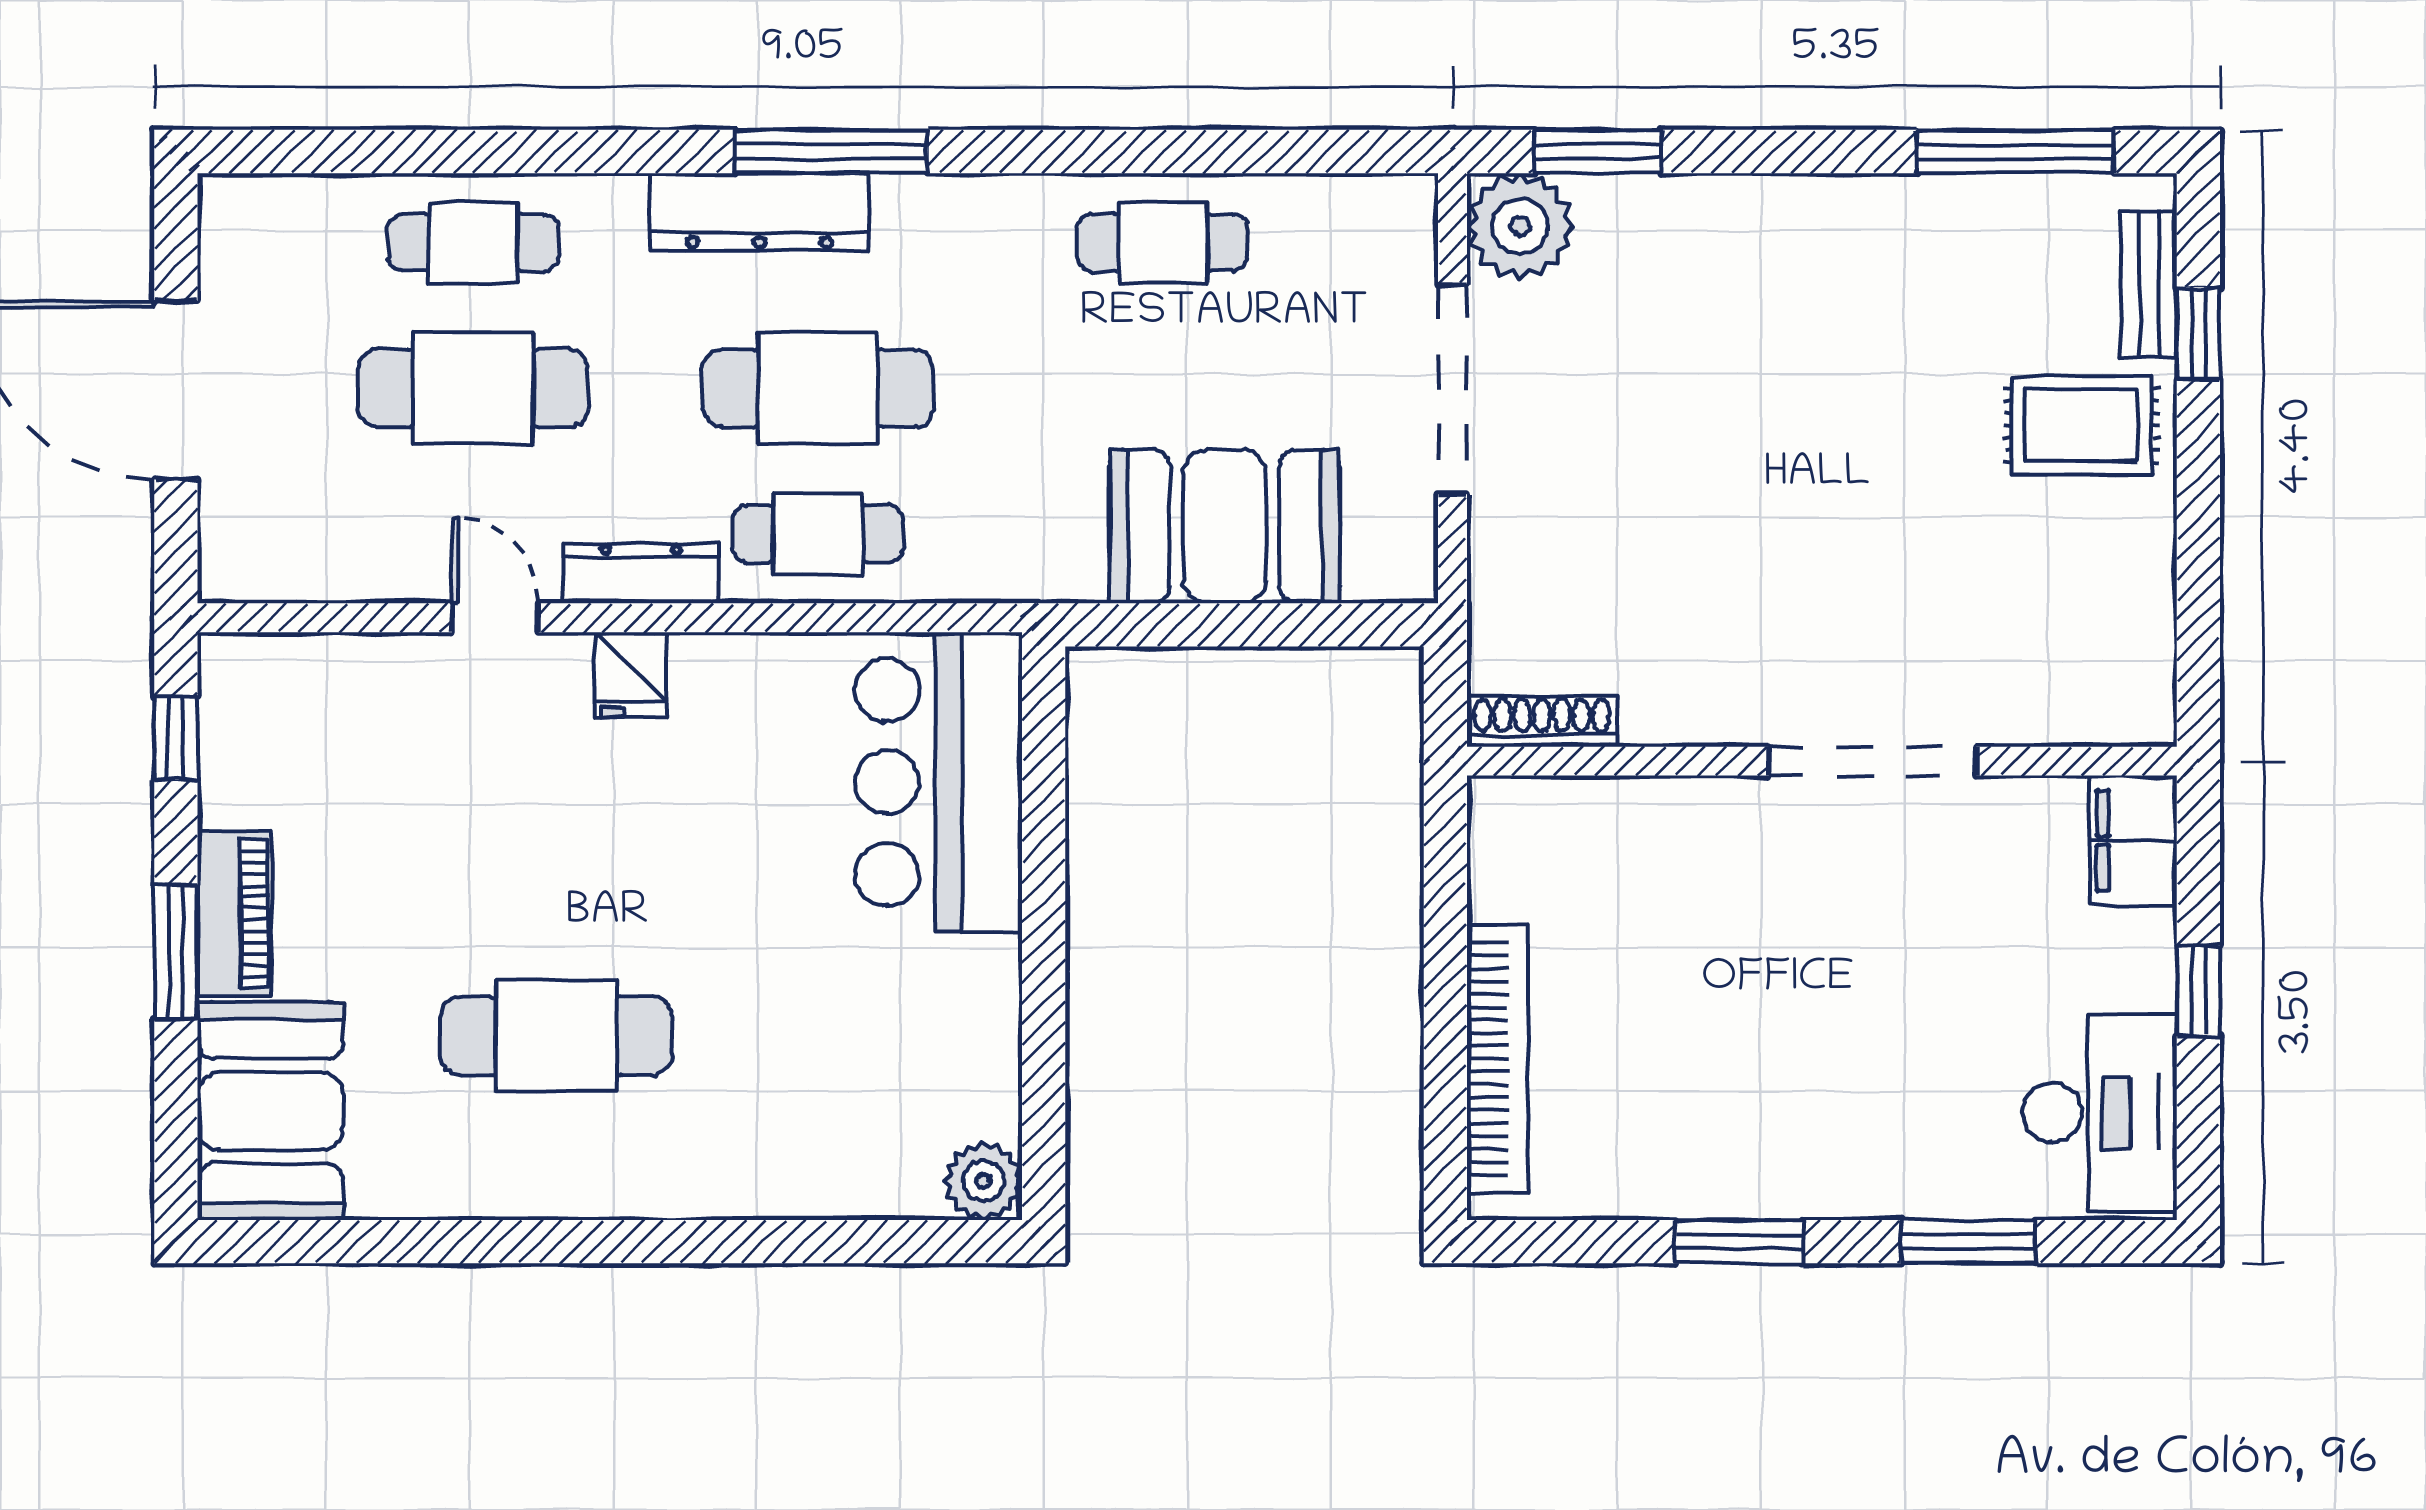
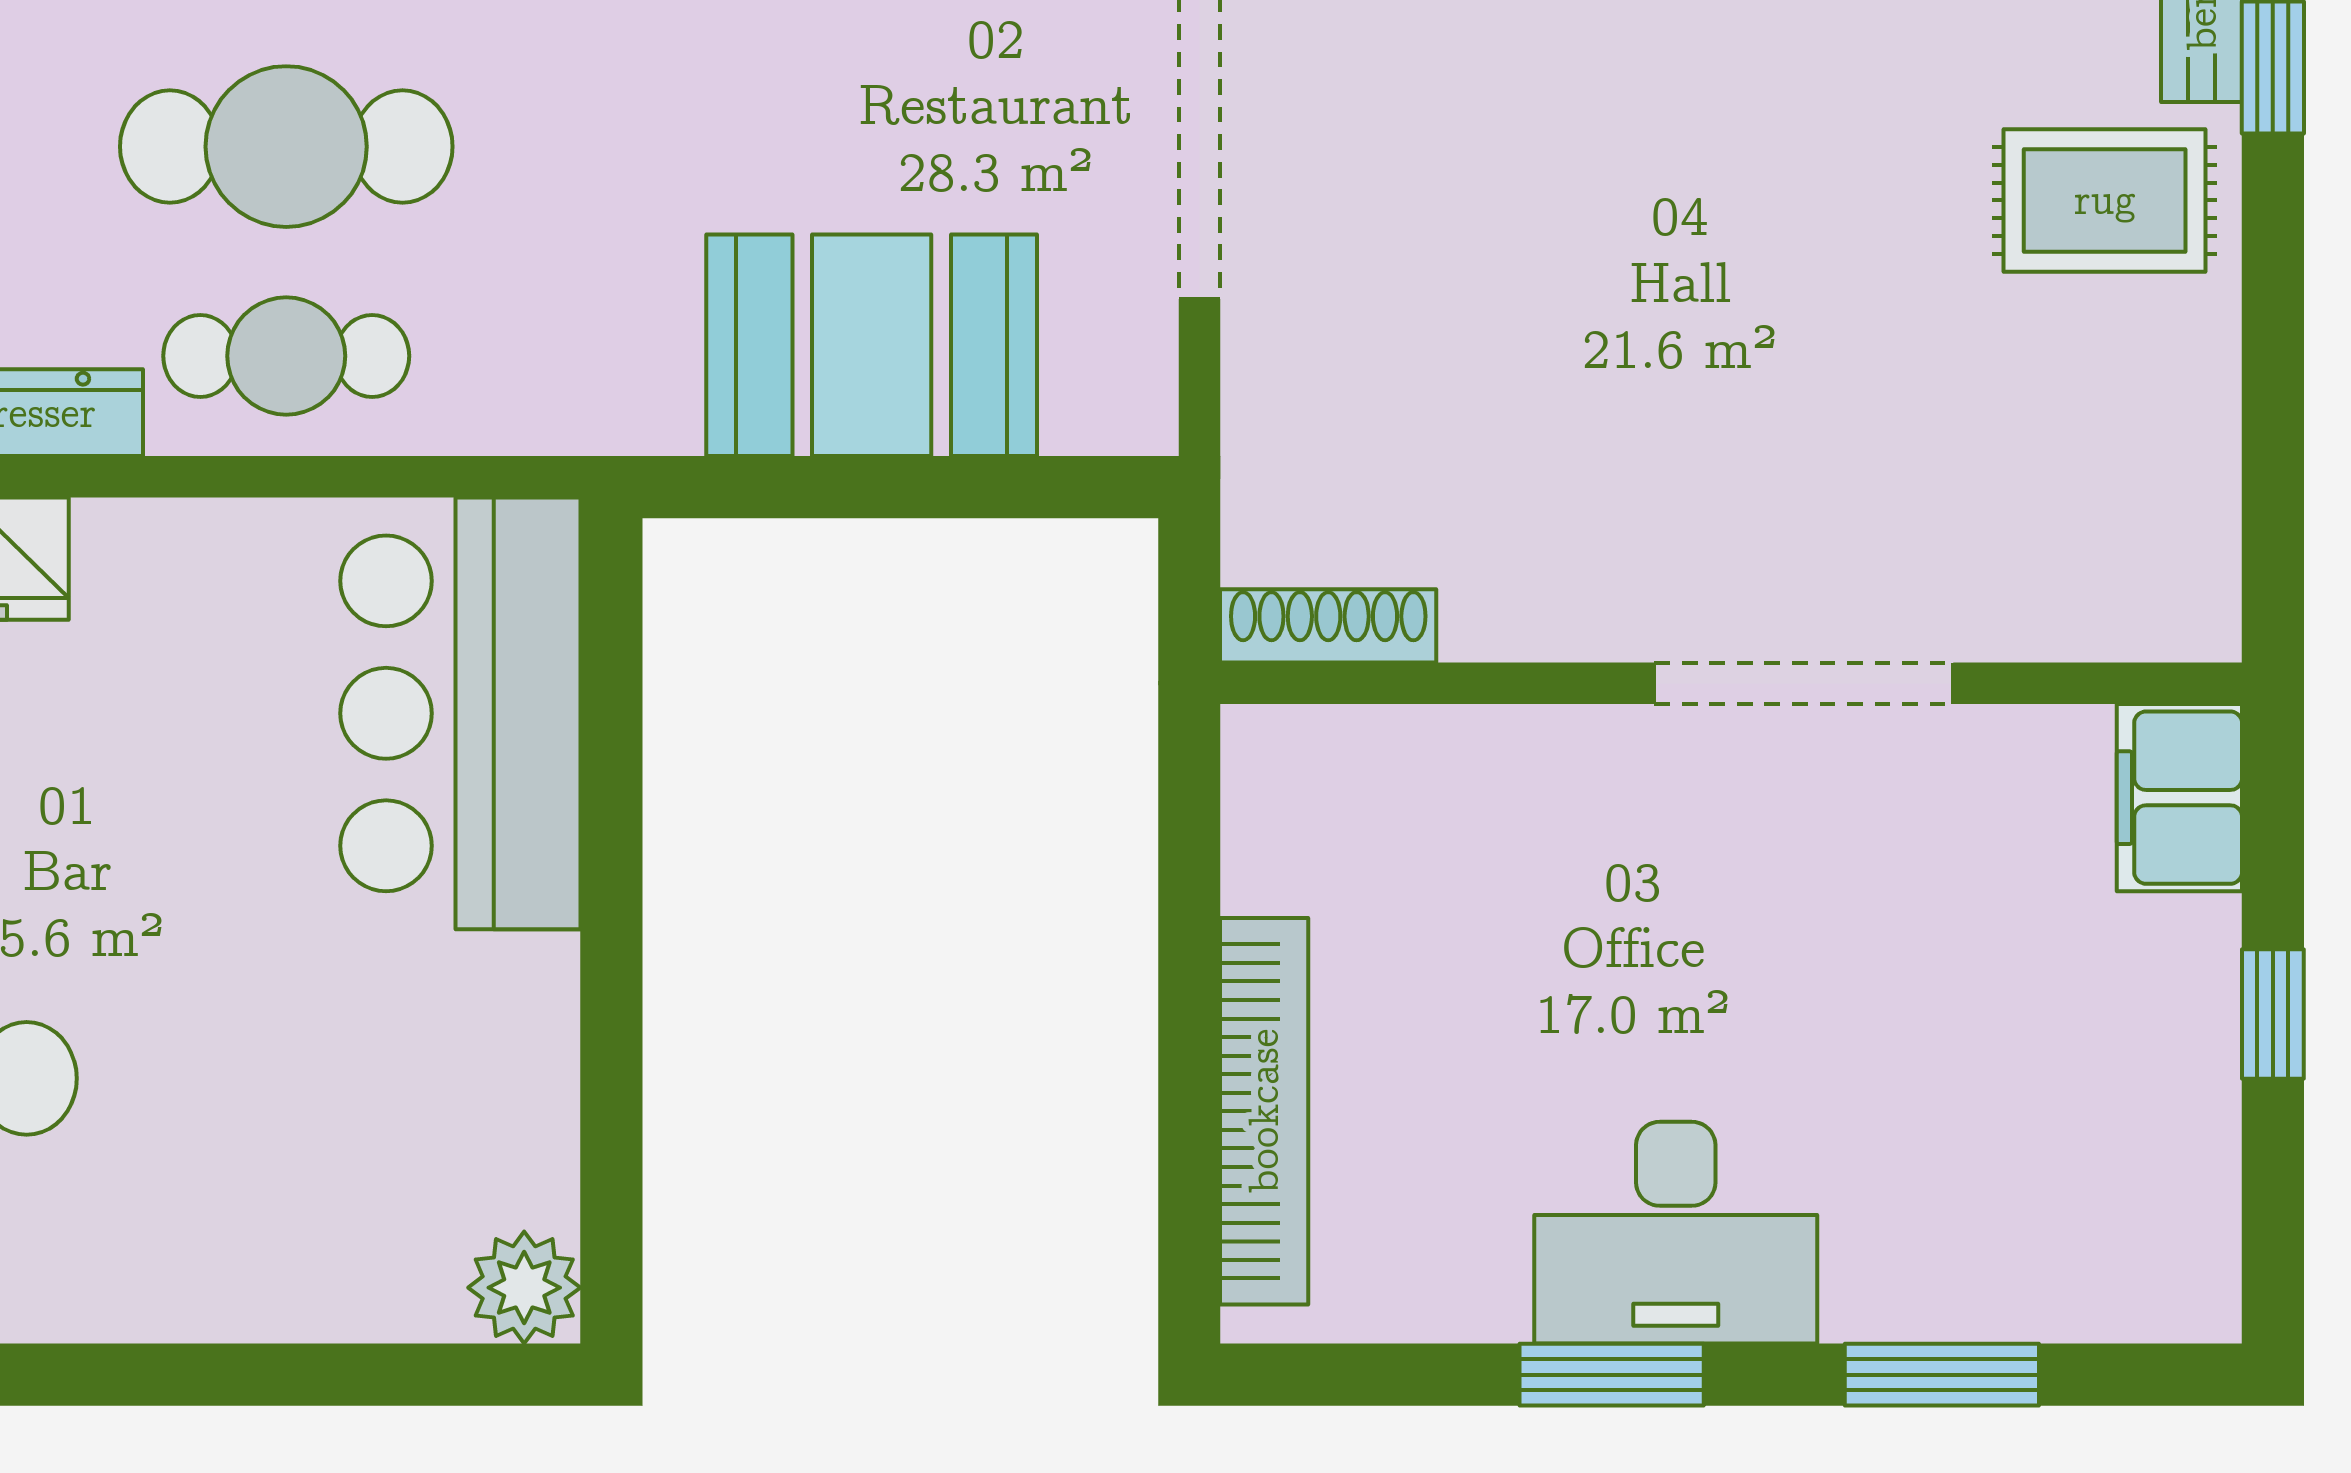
desk: (2100, 1112) -> (1676, 1233), moved, turned 90

